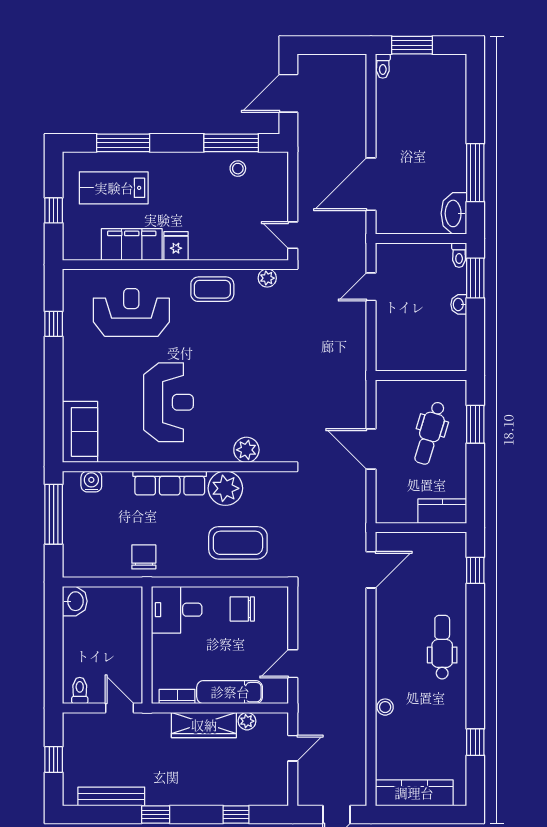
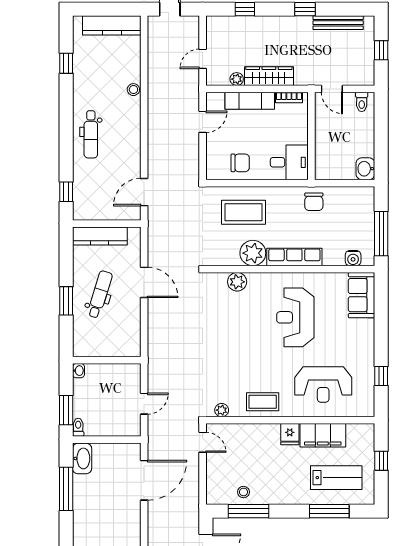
washbasin: (459, 304) -> (78, 371), moved
wall: (421, 375) -> (107, 360), moved
kitchen counter: (442, 511) -> (100, 236), width x1.50

